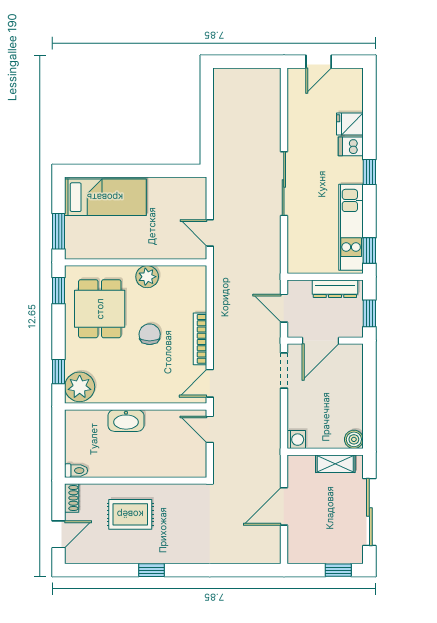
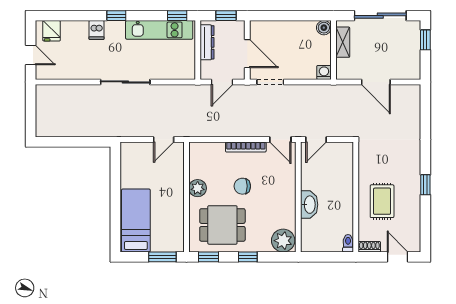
fridge: (350, 124) -> (52, 31), moved
window: (59, 372) -> (248, 257), moved

